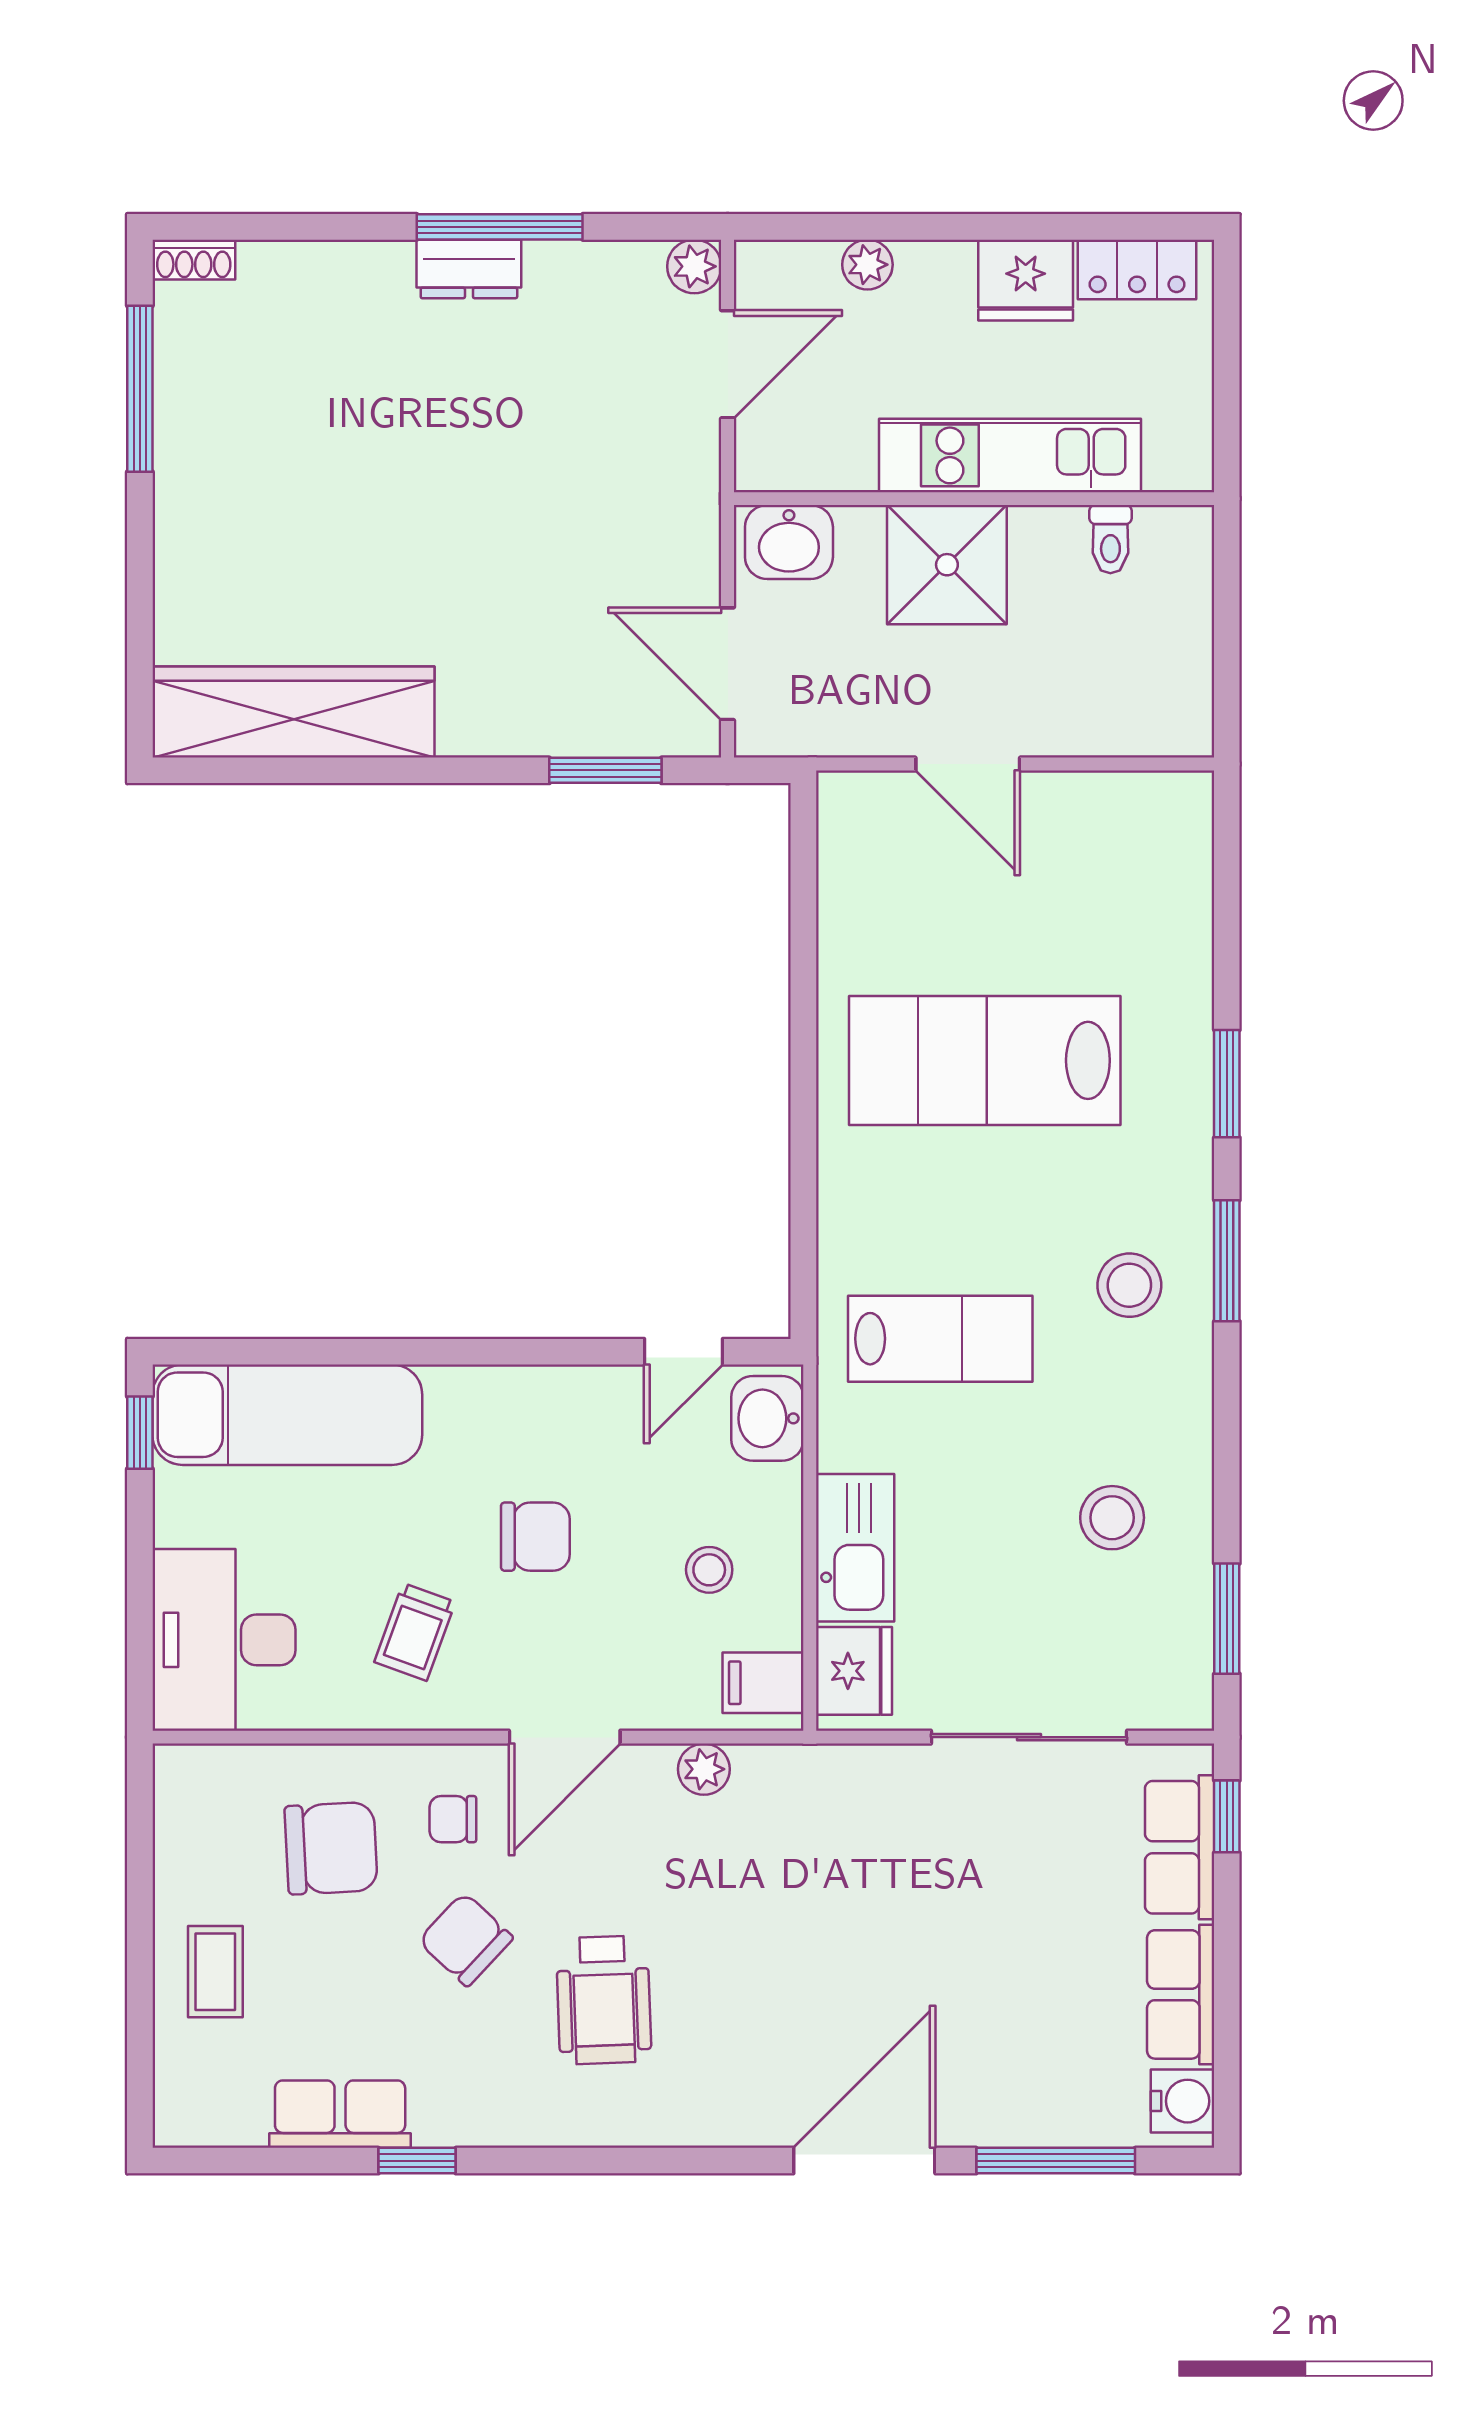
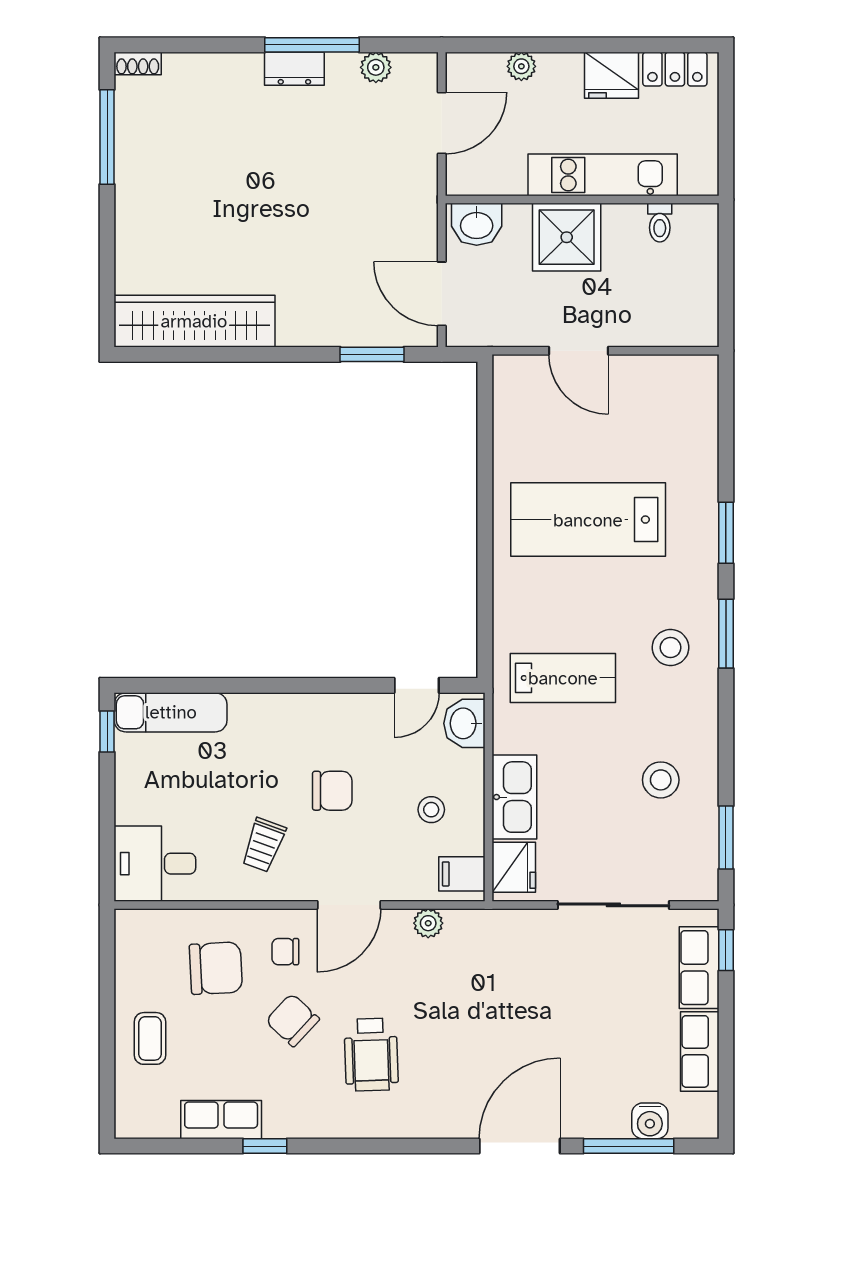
plant: (694, 266) -> (376, 67), moved
exam couch: (287, 1415) -> (171, 712), width x0.73, depth x0.69
desk: (224, 1640) -> (155, 864), width x0.73
water cooler: (1183, 2101) -> (650, 1121), moved, turned 90

